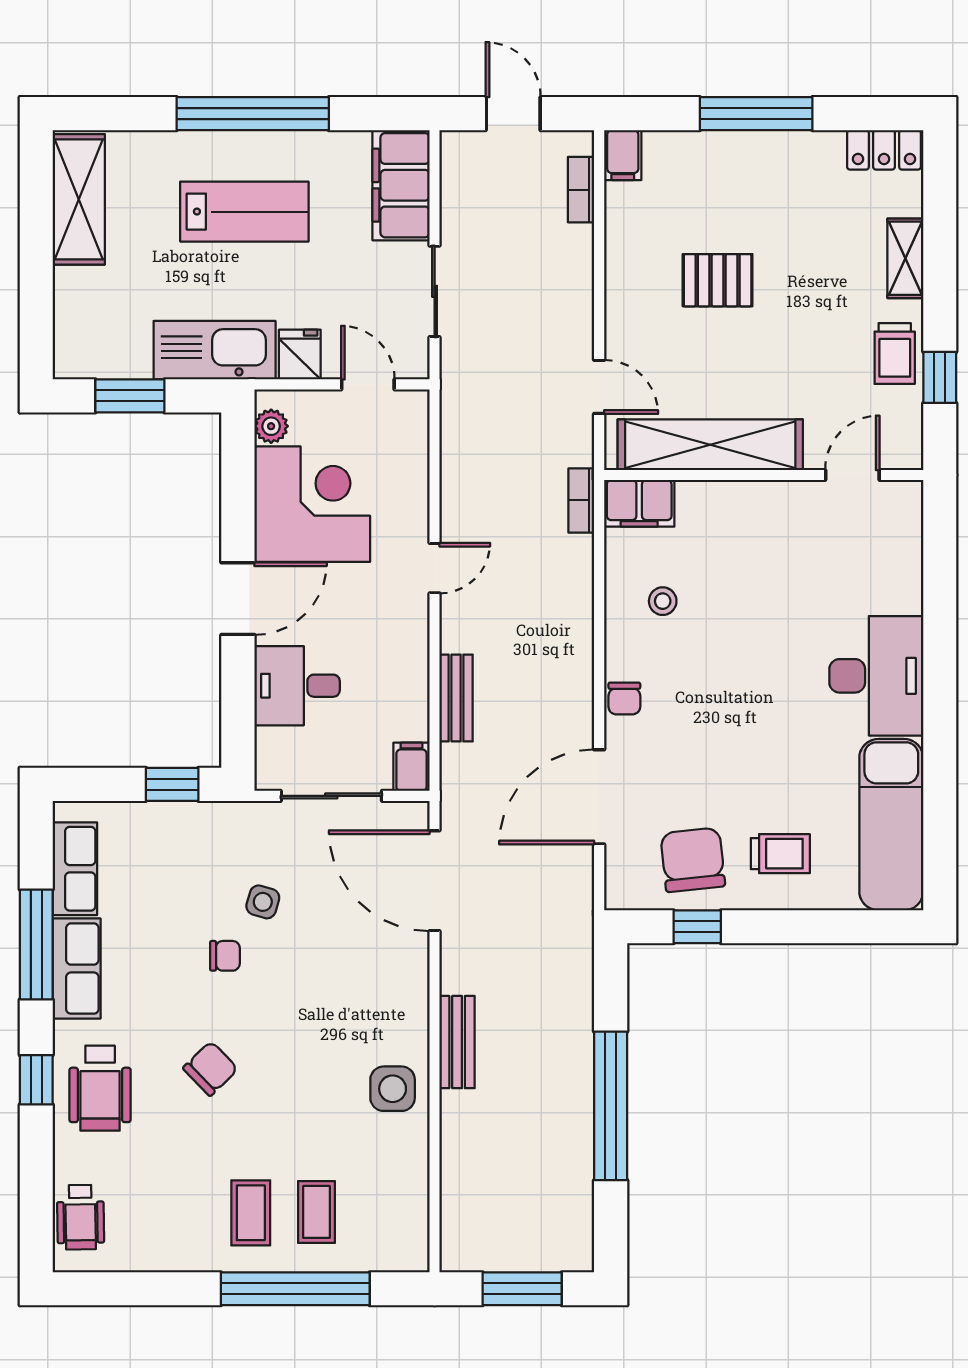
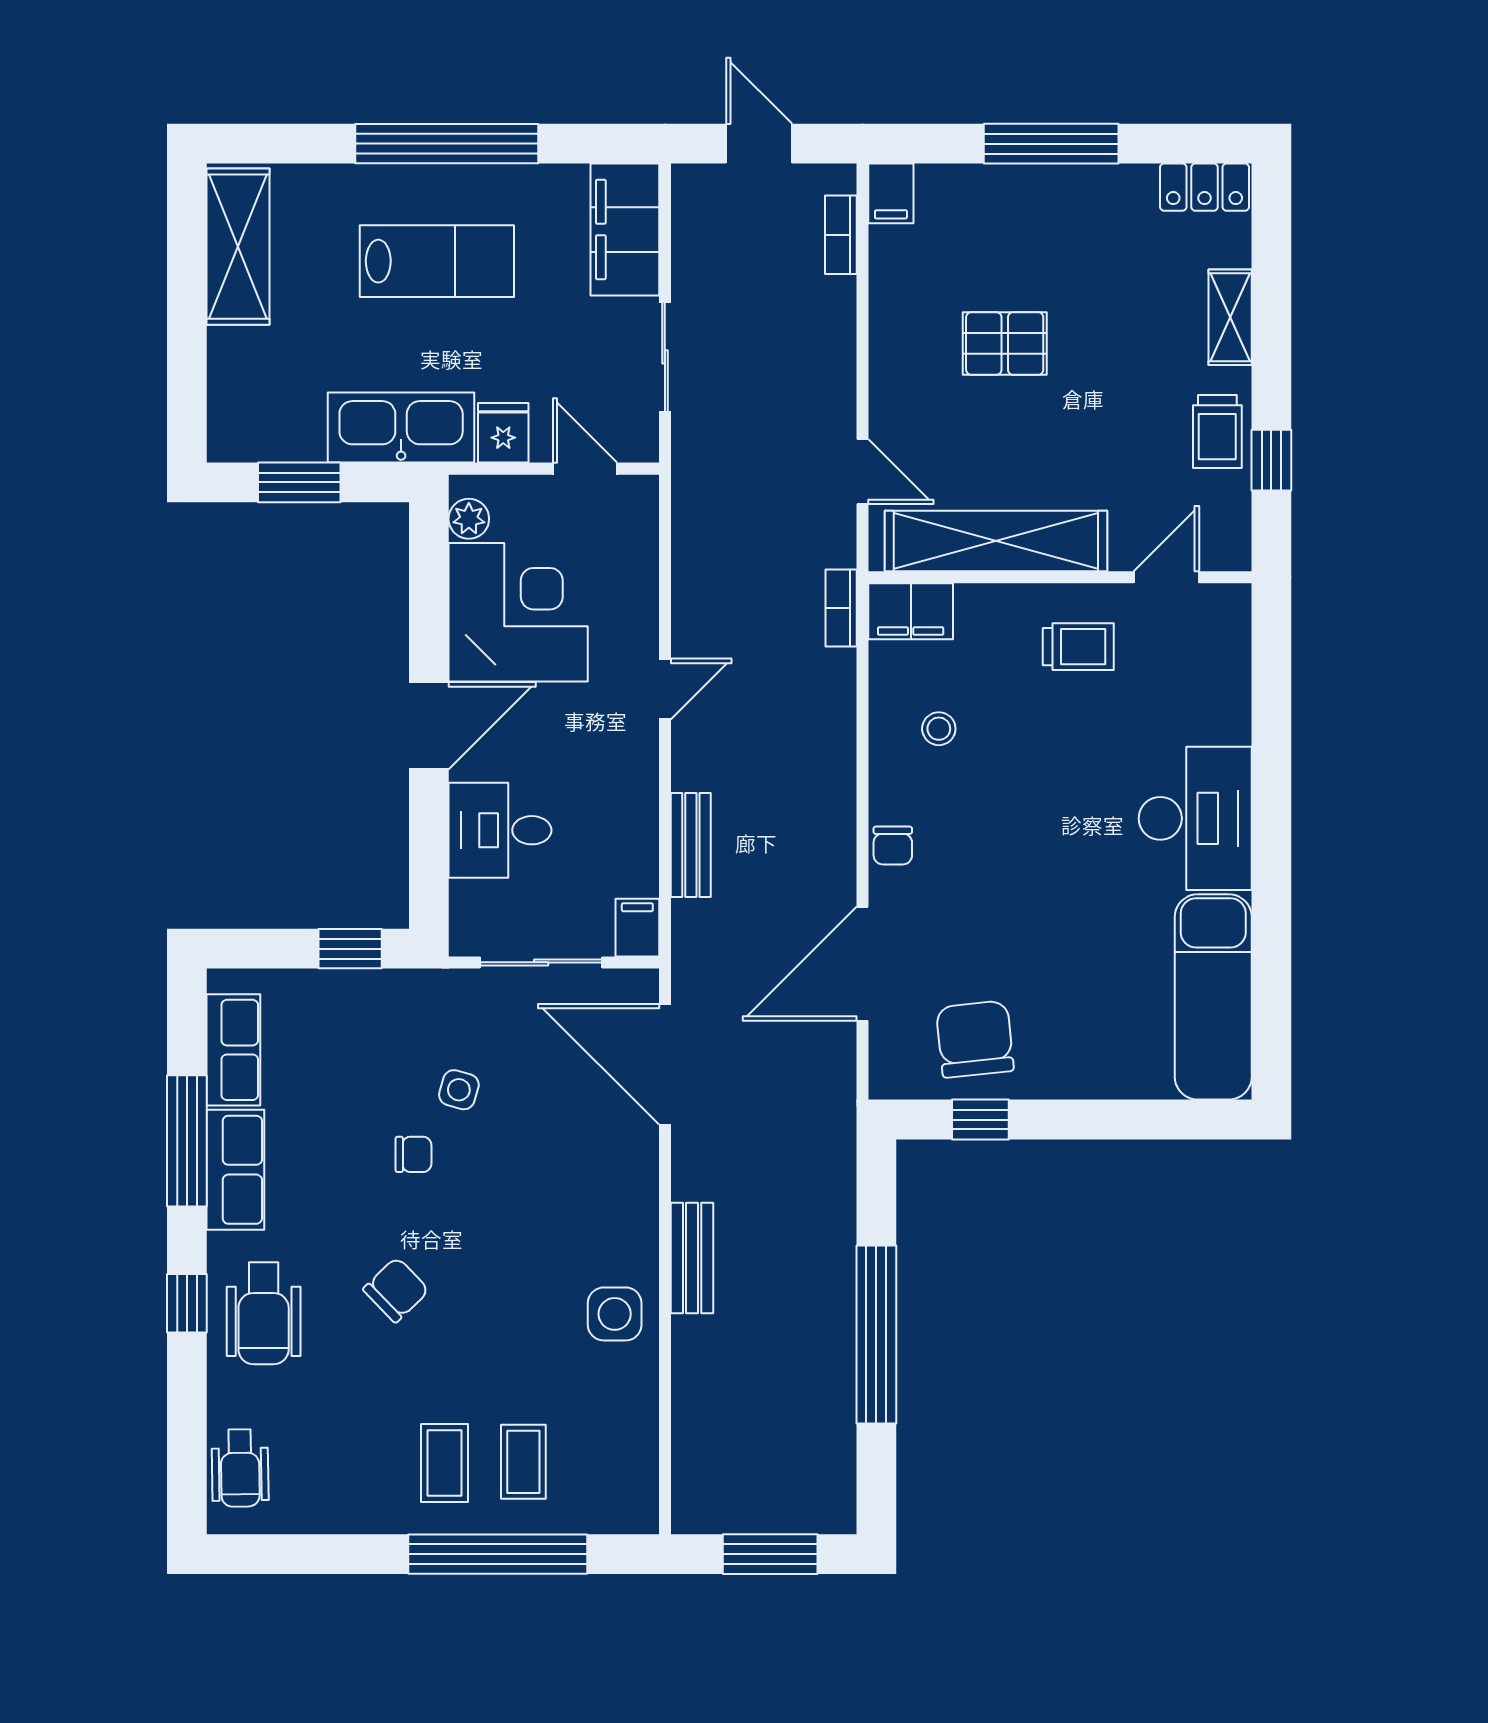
trolley: (780, 854) -> (1078, 647), moved

